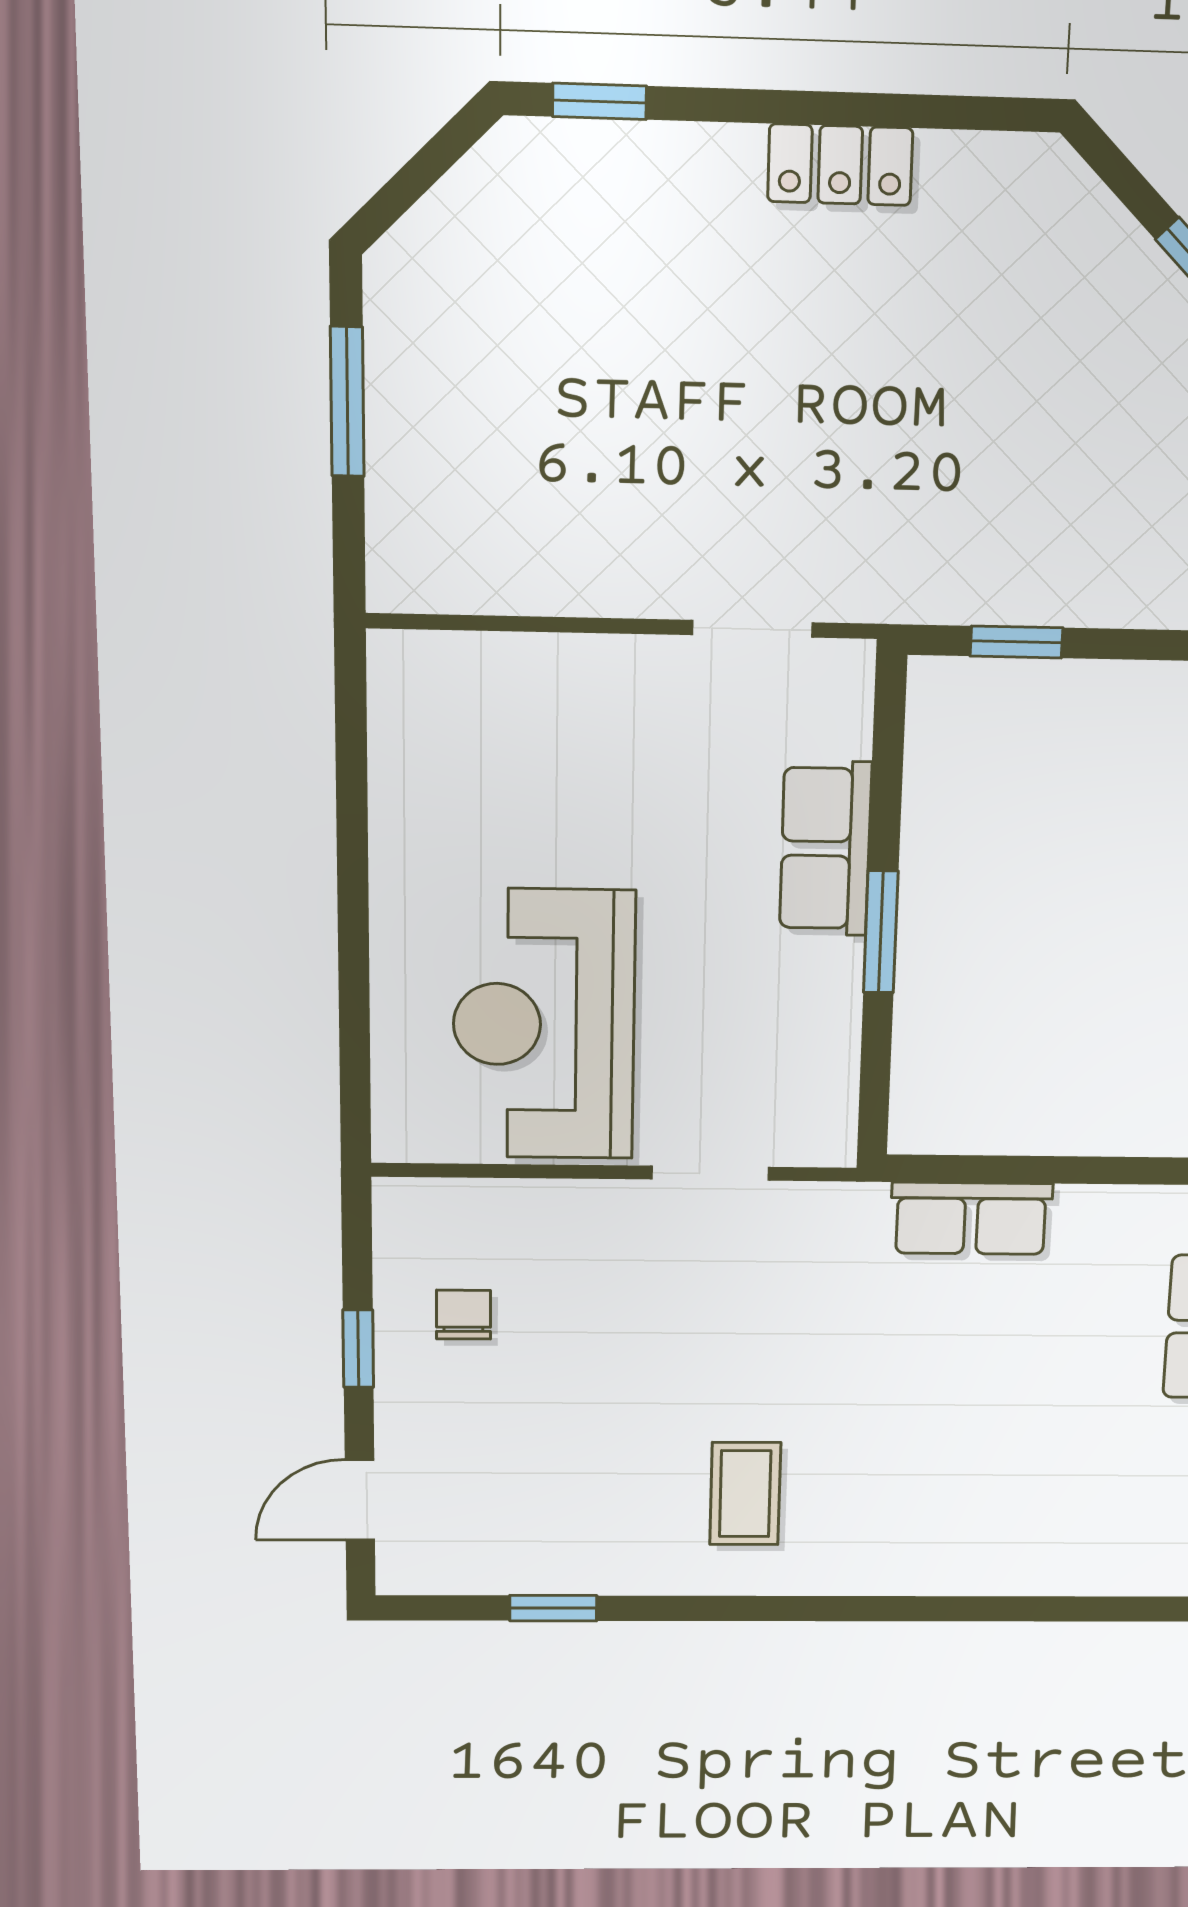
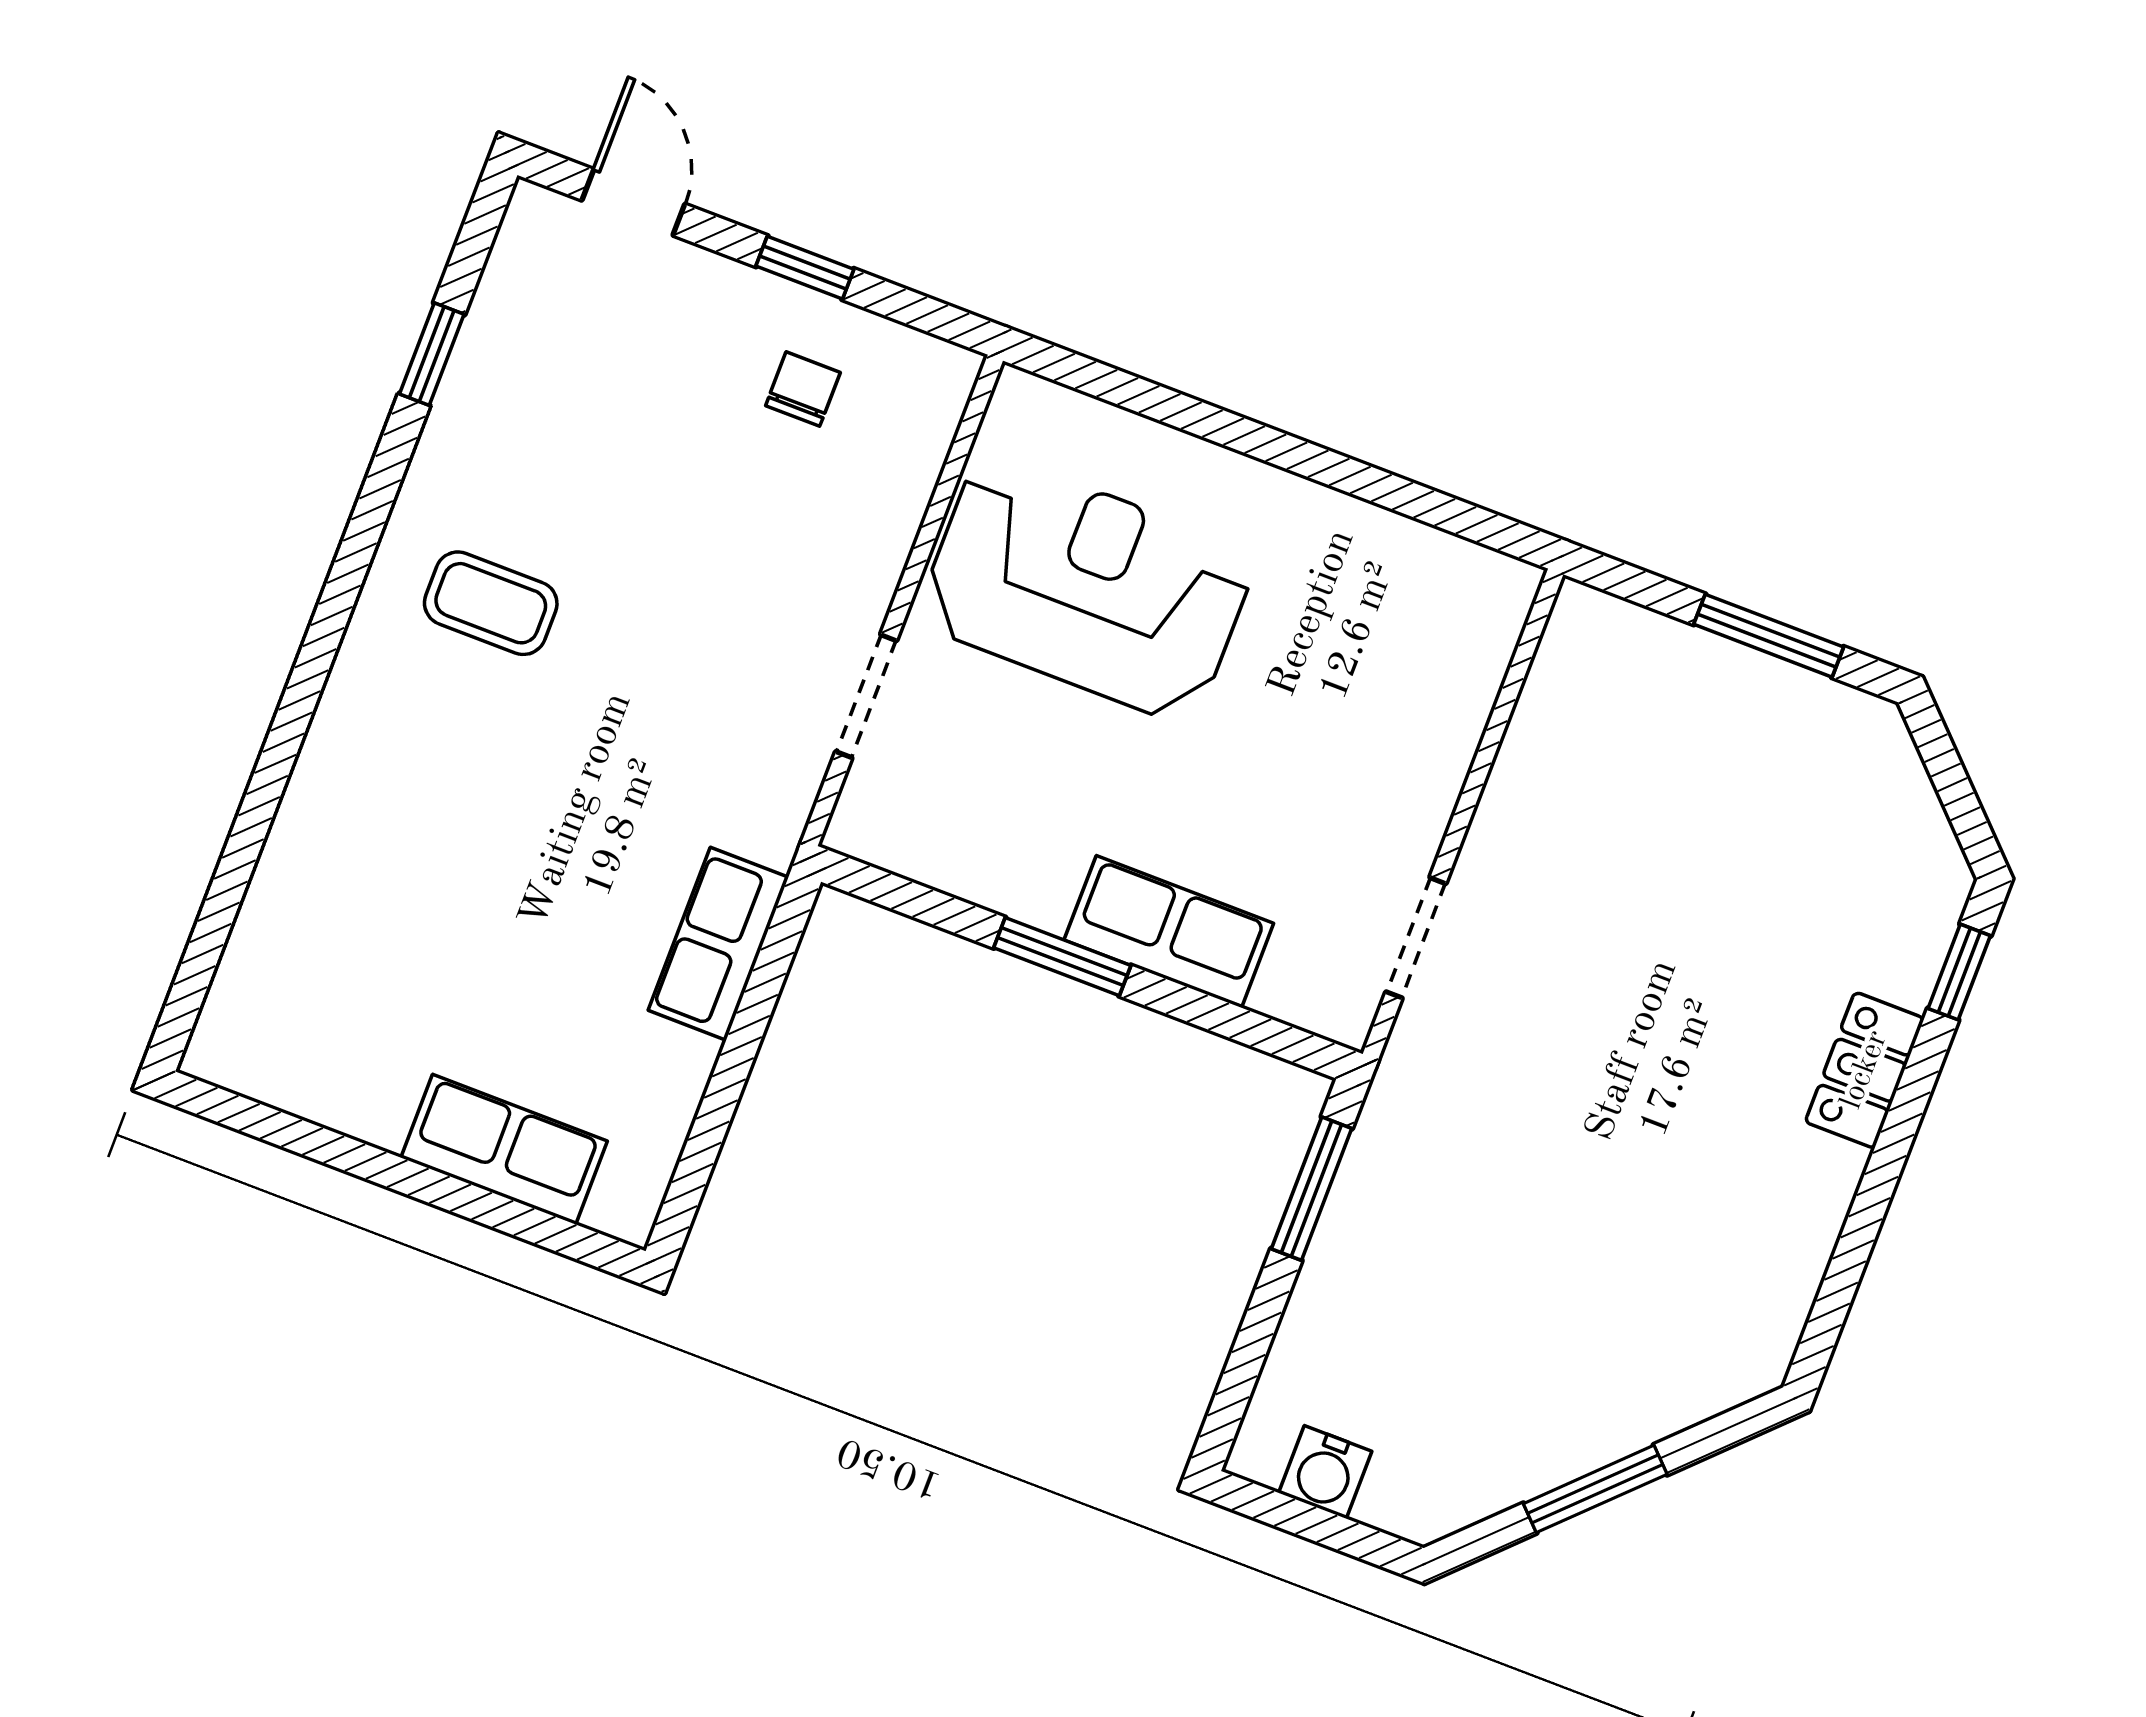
locker: (840, 165) -> (1865, 1070), moved
window: (1016, 642) -> (1312, 1189), width x1.50
chair: (463, 1315) -> (803, 389), turned -90

